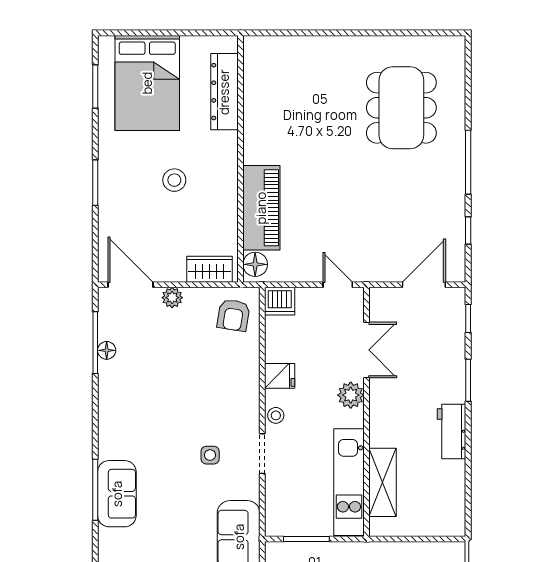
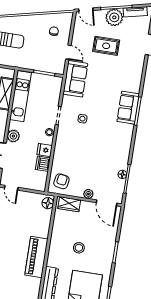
piano: (261, 208) -> (36, 257), moved
dishwasher: (280, 301) -> (43, 164), moved, turned -90

